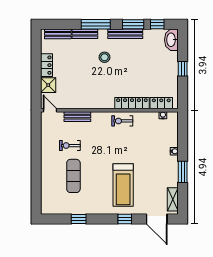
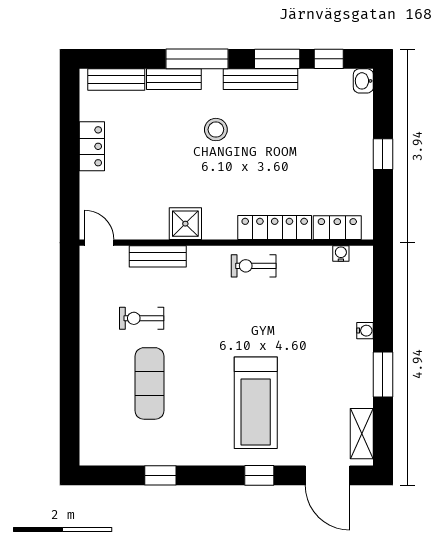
washbasin: (171, 40) -> (363, 81), width x0.52, depth x0.69
shower: (48, 85) -> (185, 224), moved

